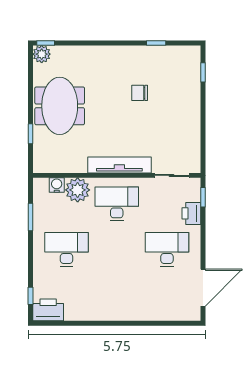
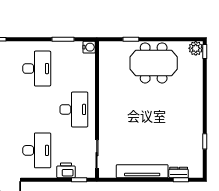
dresser: (194, 75) -> (179, 172), added
chair: (140, 93) -> (164, 128), removed
tv unit: (119, 165) -> (142, 171), moved, turned -90
water cooler: (57, 185) -> (89, 47), moved
plant: (78, 190) -> (85, 78), removed

